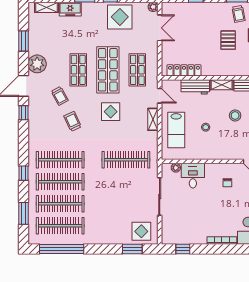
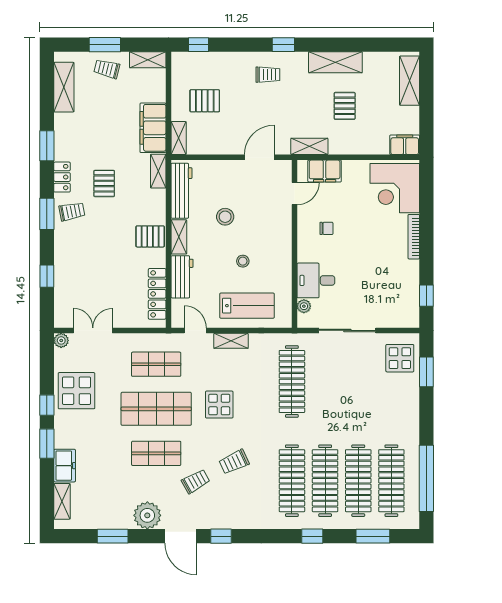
pallet: (228, 40) -> (150, 236), moved
door: (160, 96) -> (195, 330), hinge flipped

